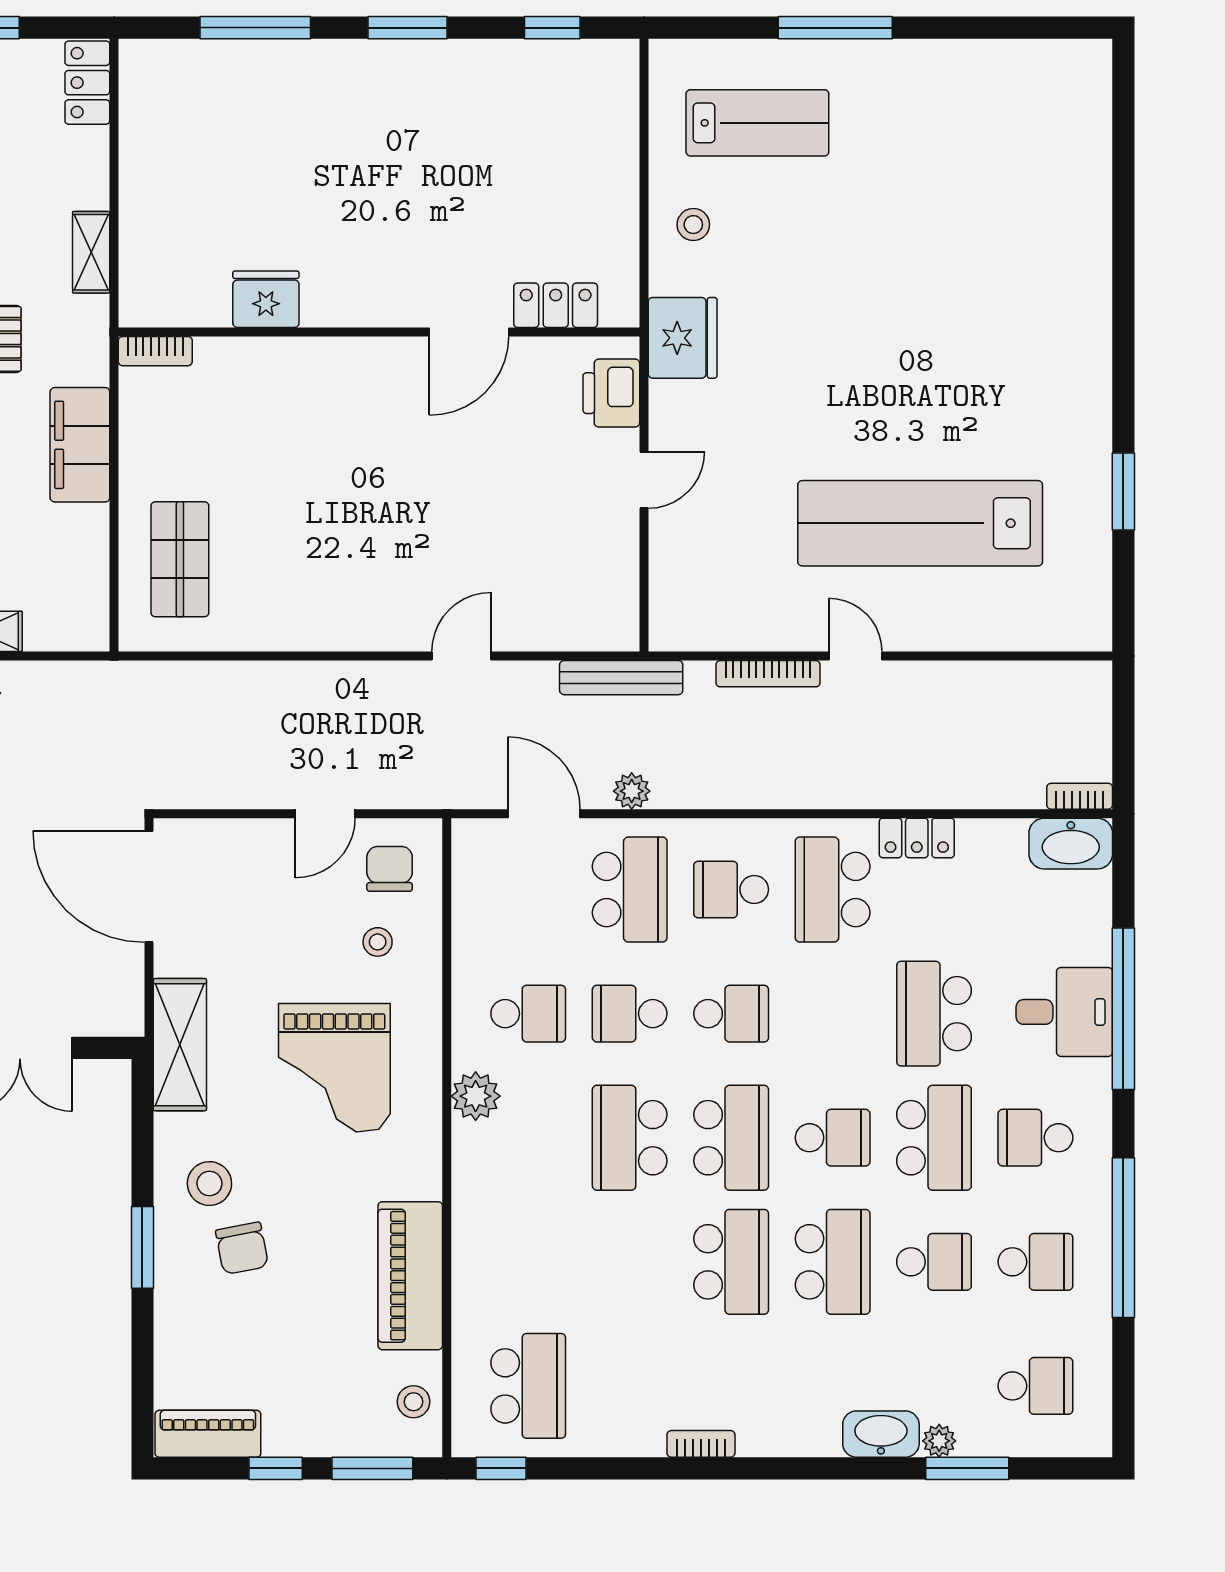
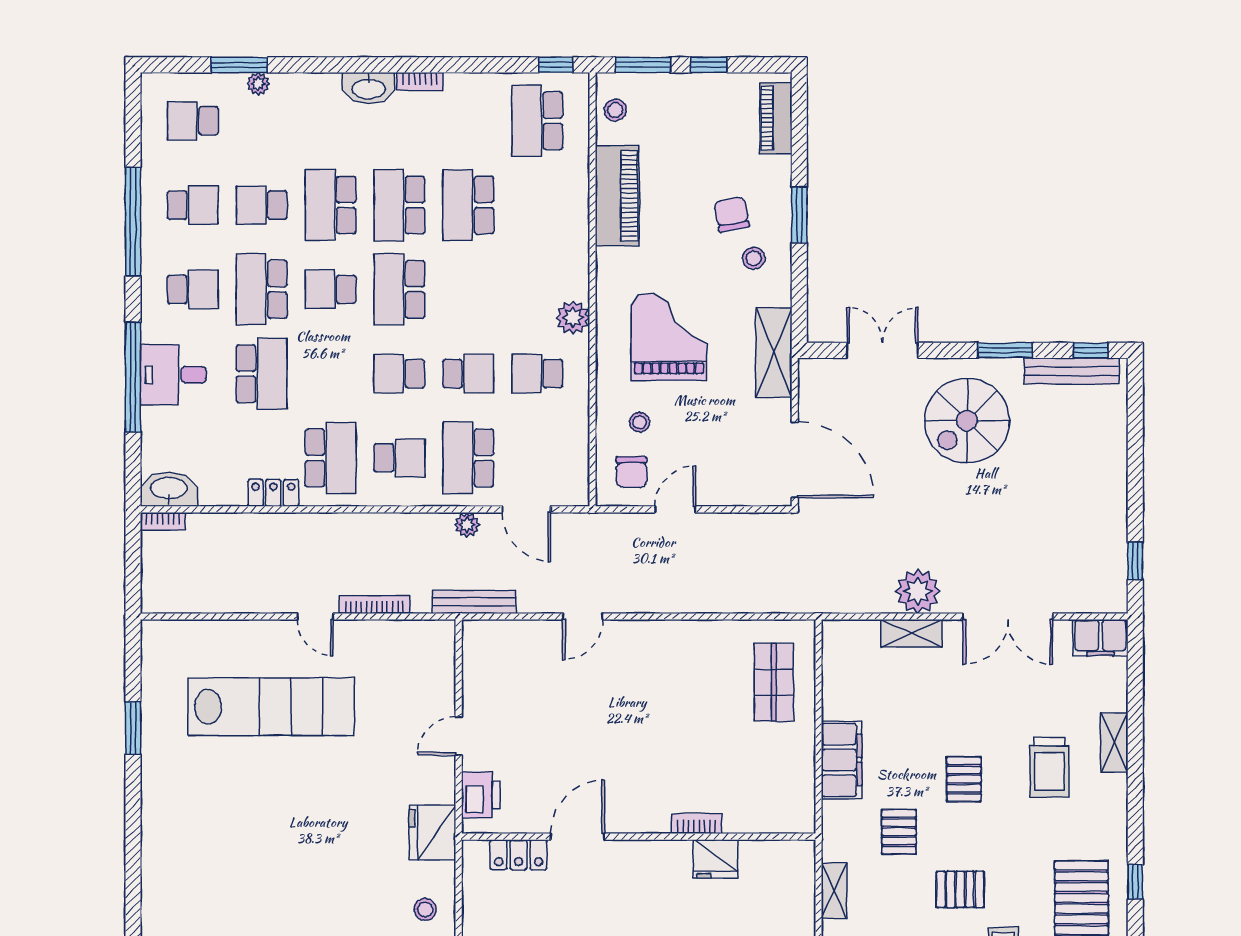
bookcase: (155, 351) -> (697, 824), moved
school desk: (630, 1138) -> (468, 205), moved, turned 180
stool: (209, 1184) -> (754, 258), width x0.73, depth x0.73
school desk: (1035, 1262) -> (193, 205), turned 180
piano: (208, 1434) -> (776, 118), moved, turned 90
washbasin: (881, 1434) -> (369, 88), moved

